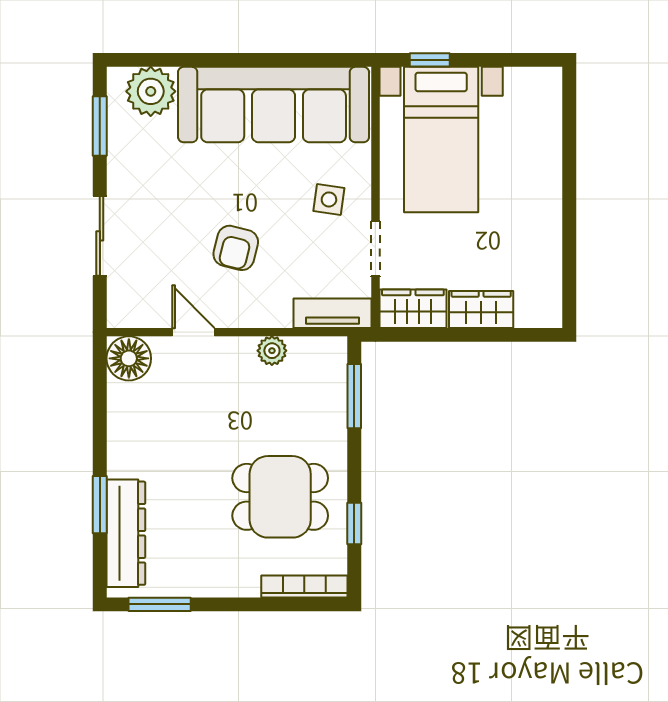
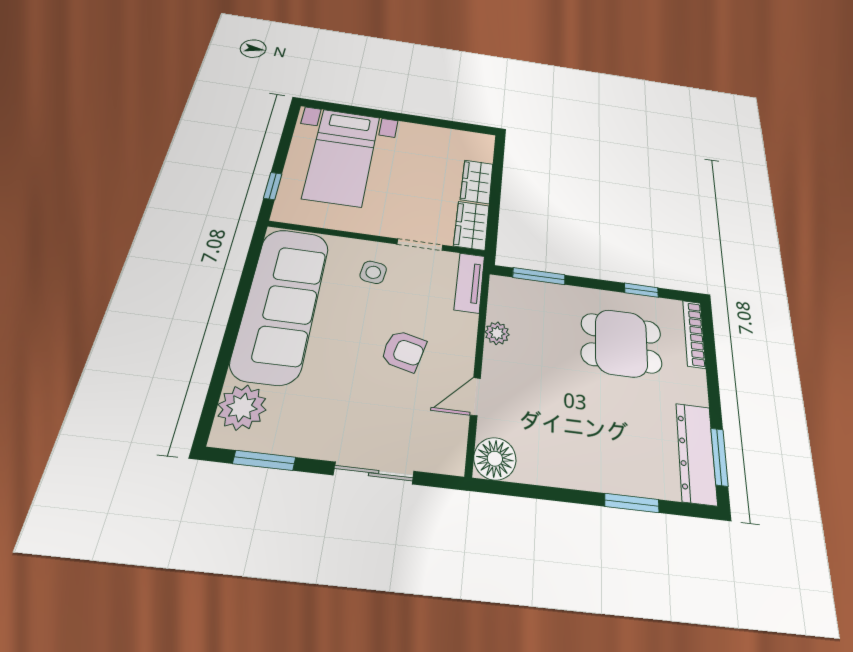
bed with nightstands: (441, 140) -> (342, 157), moved, turned 90
dining table: (280, 497) -> (621, 343), turned 90
dresser: (126, 533) -> (696, 453), moved, turned -90

